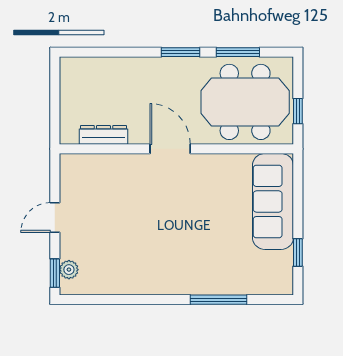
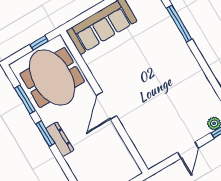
dresser: (103, 135) -> (60, 139), moved, turned 180
door: (55, 217) -> (188, 150), hinge flipped

